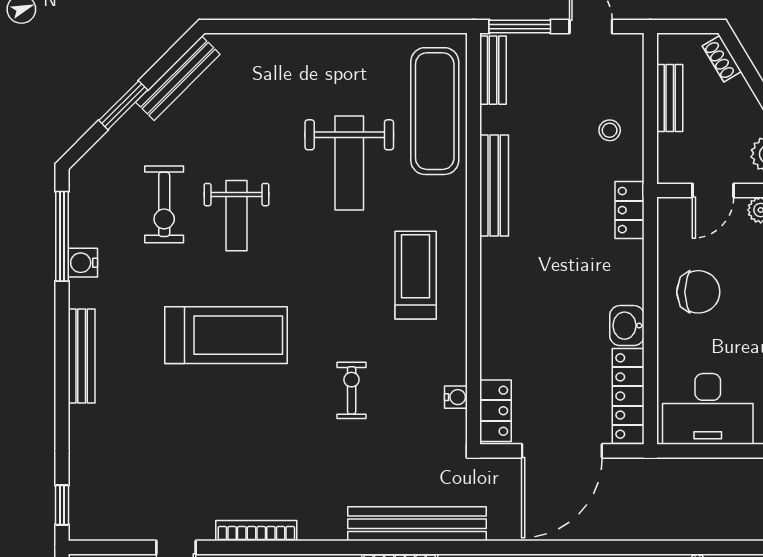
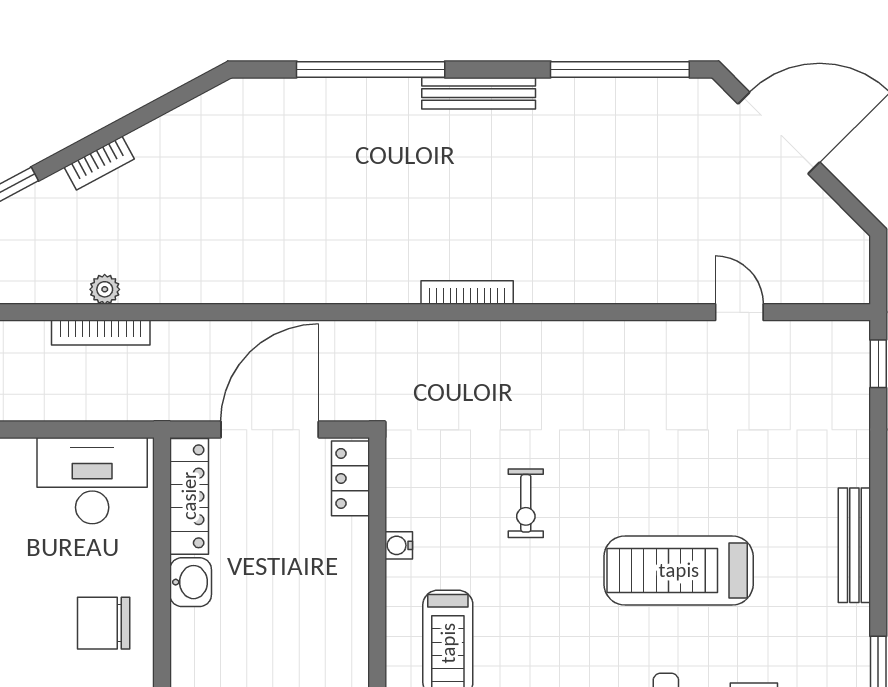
water cooler: (83, 263) -> (853, 659), removed
water cooler: (456, 397) -> (399, 545), moved
bench: (417, 524) -> (446, 341), removed
bookcase: (256, 531) -> (101, 333), moved

